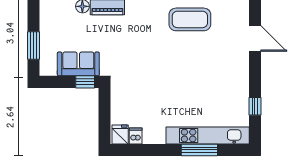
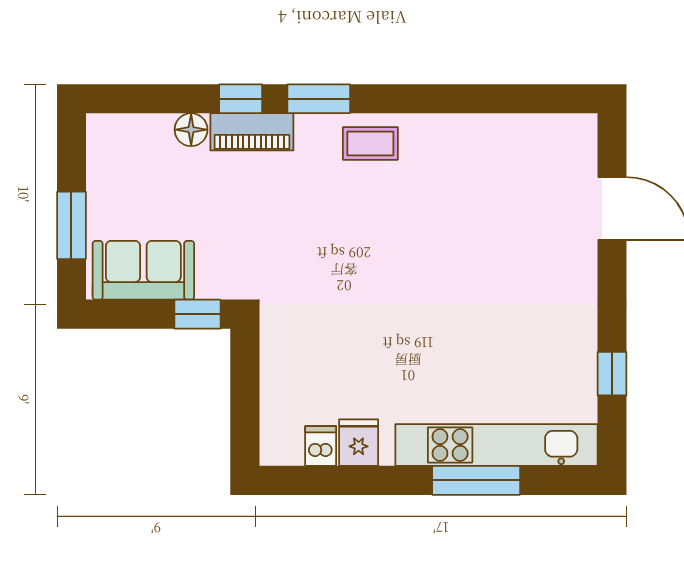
coffee table: (190, 19) -> (370, 143), moved, width x0.54, depth x0.58
sofa: (78, 64) -> (143, 270), moved
fridge: (120, 135) -> (359, 443), moved

